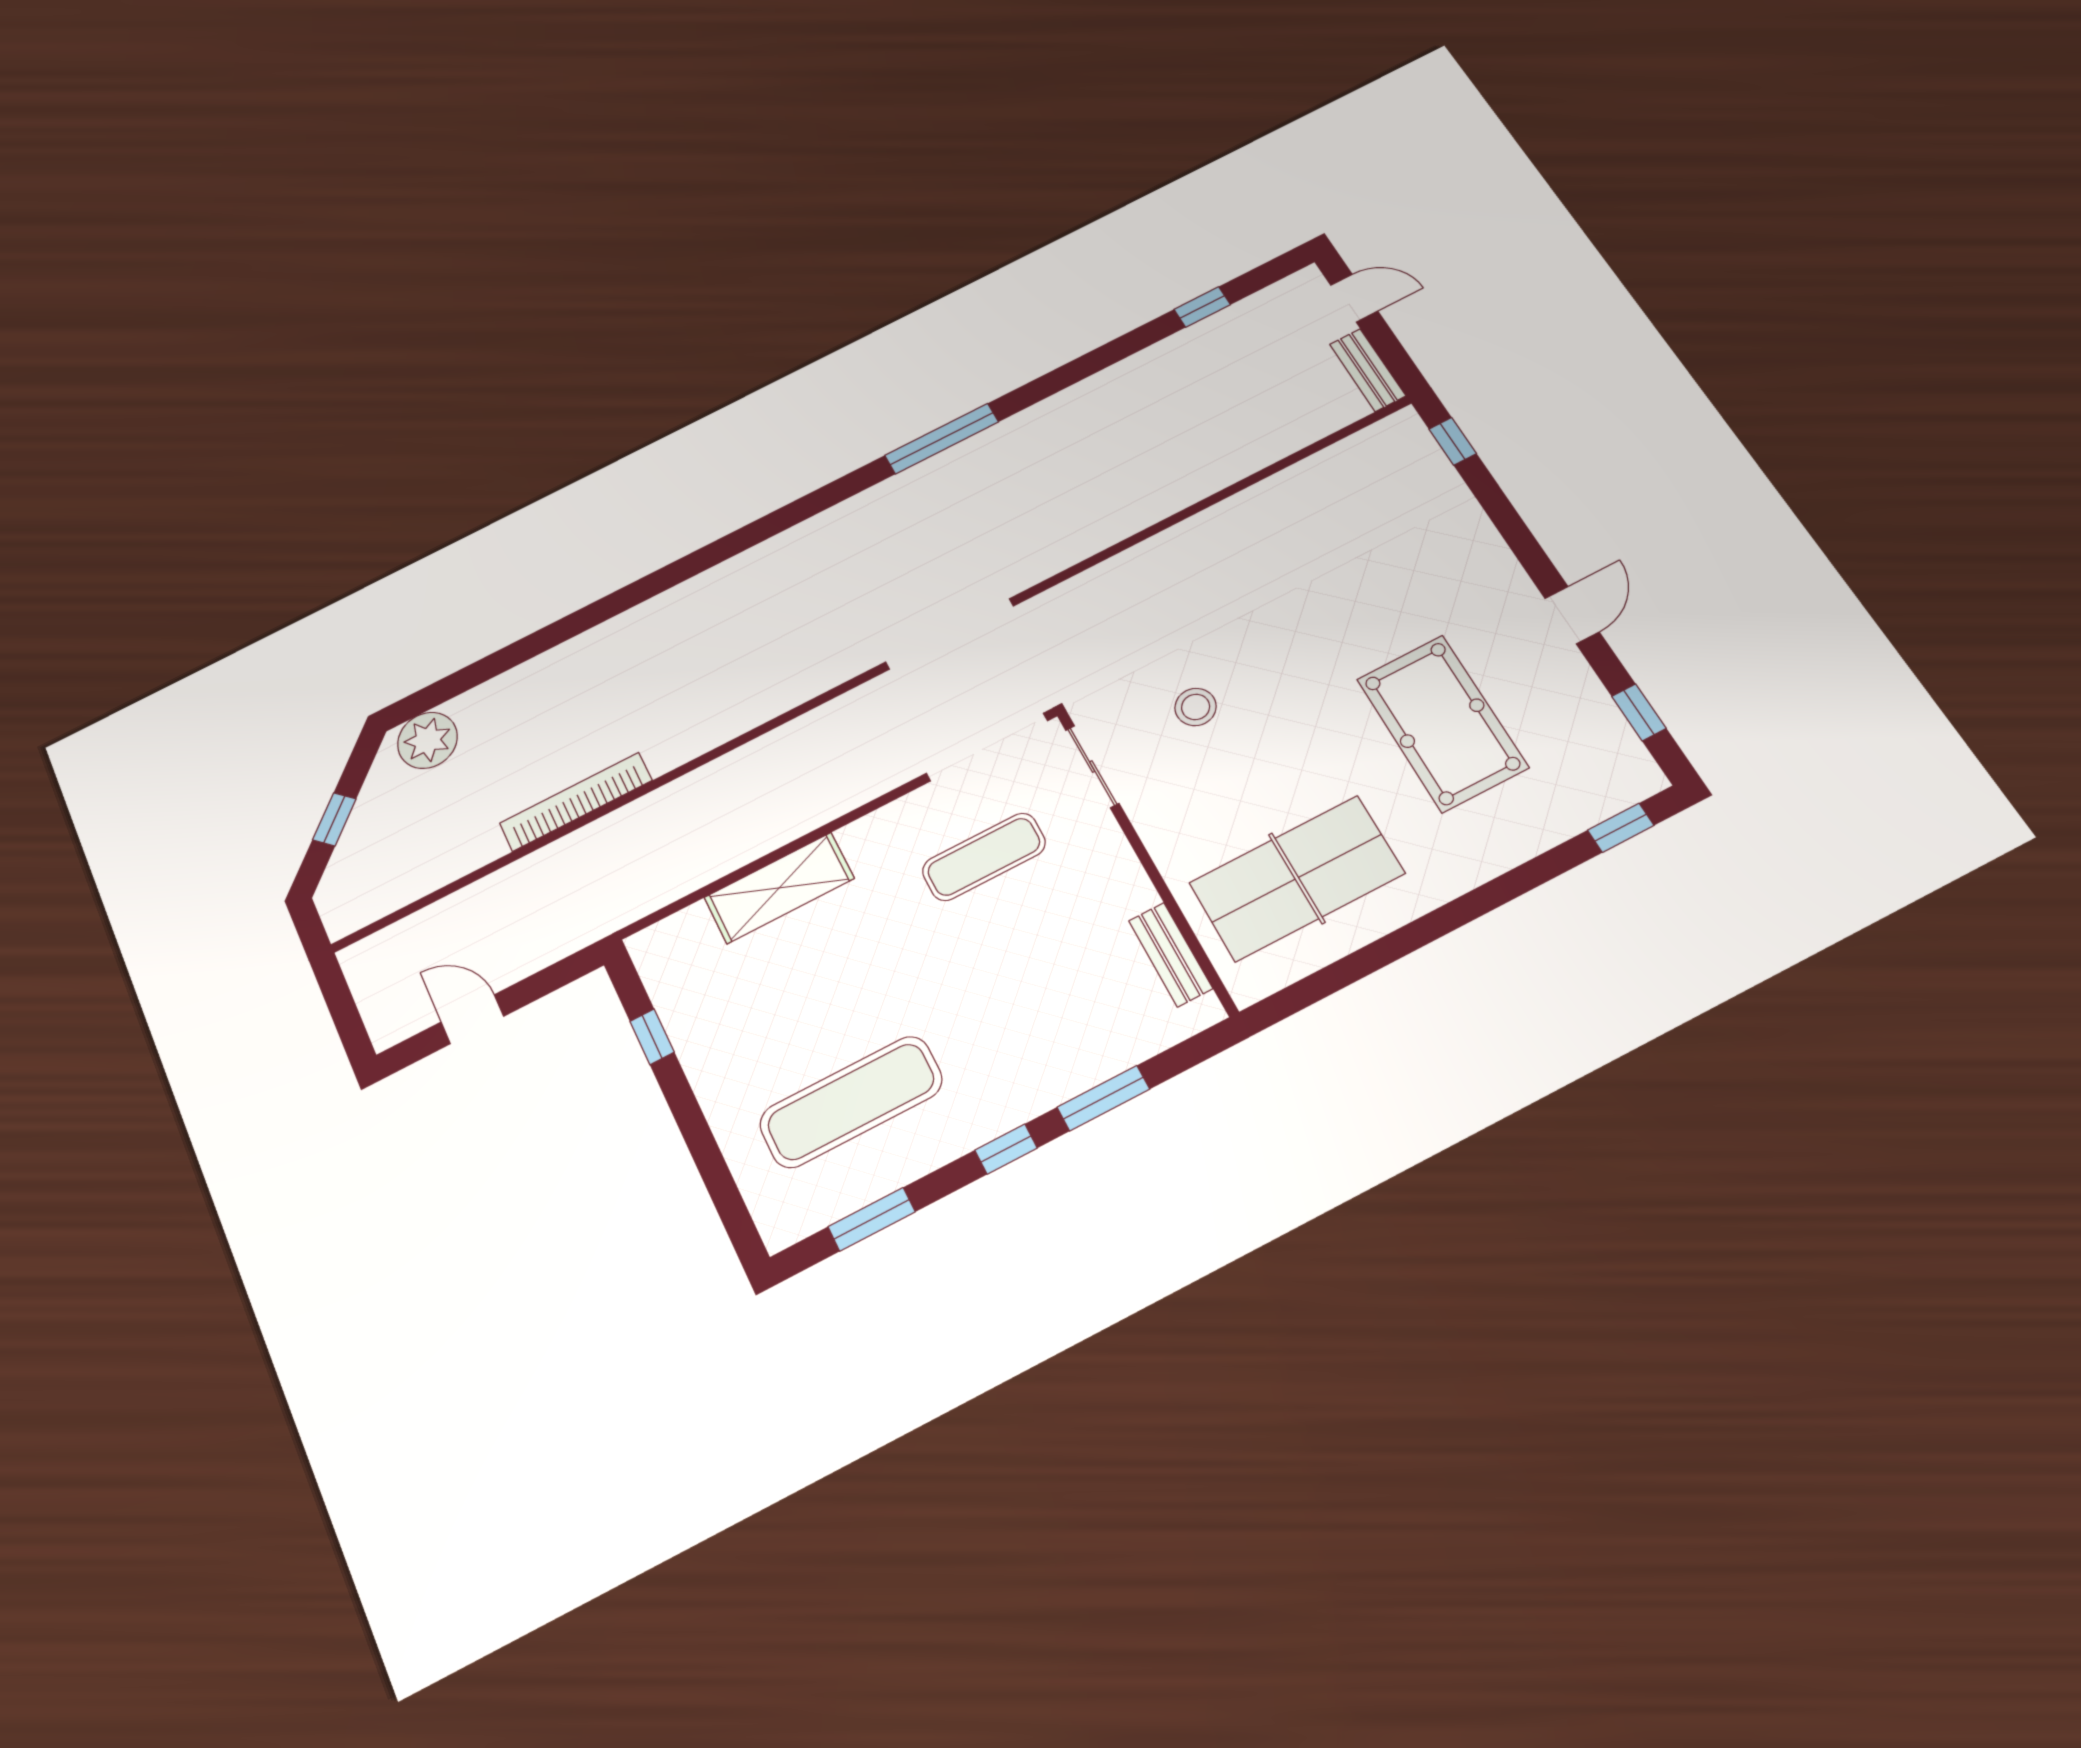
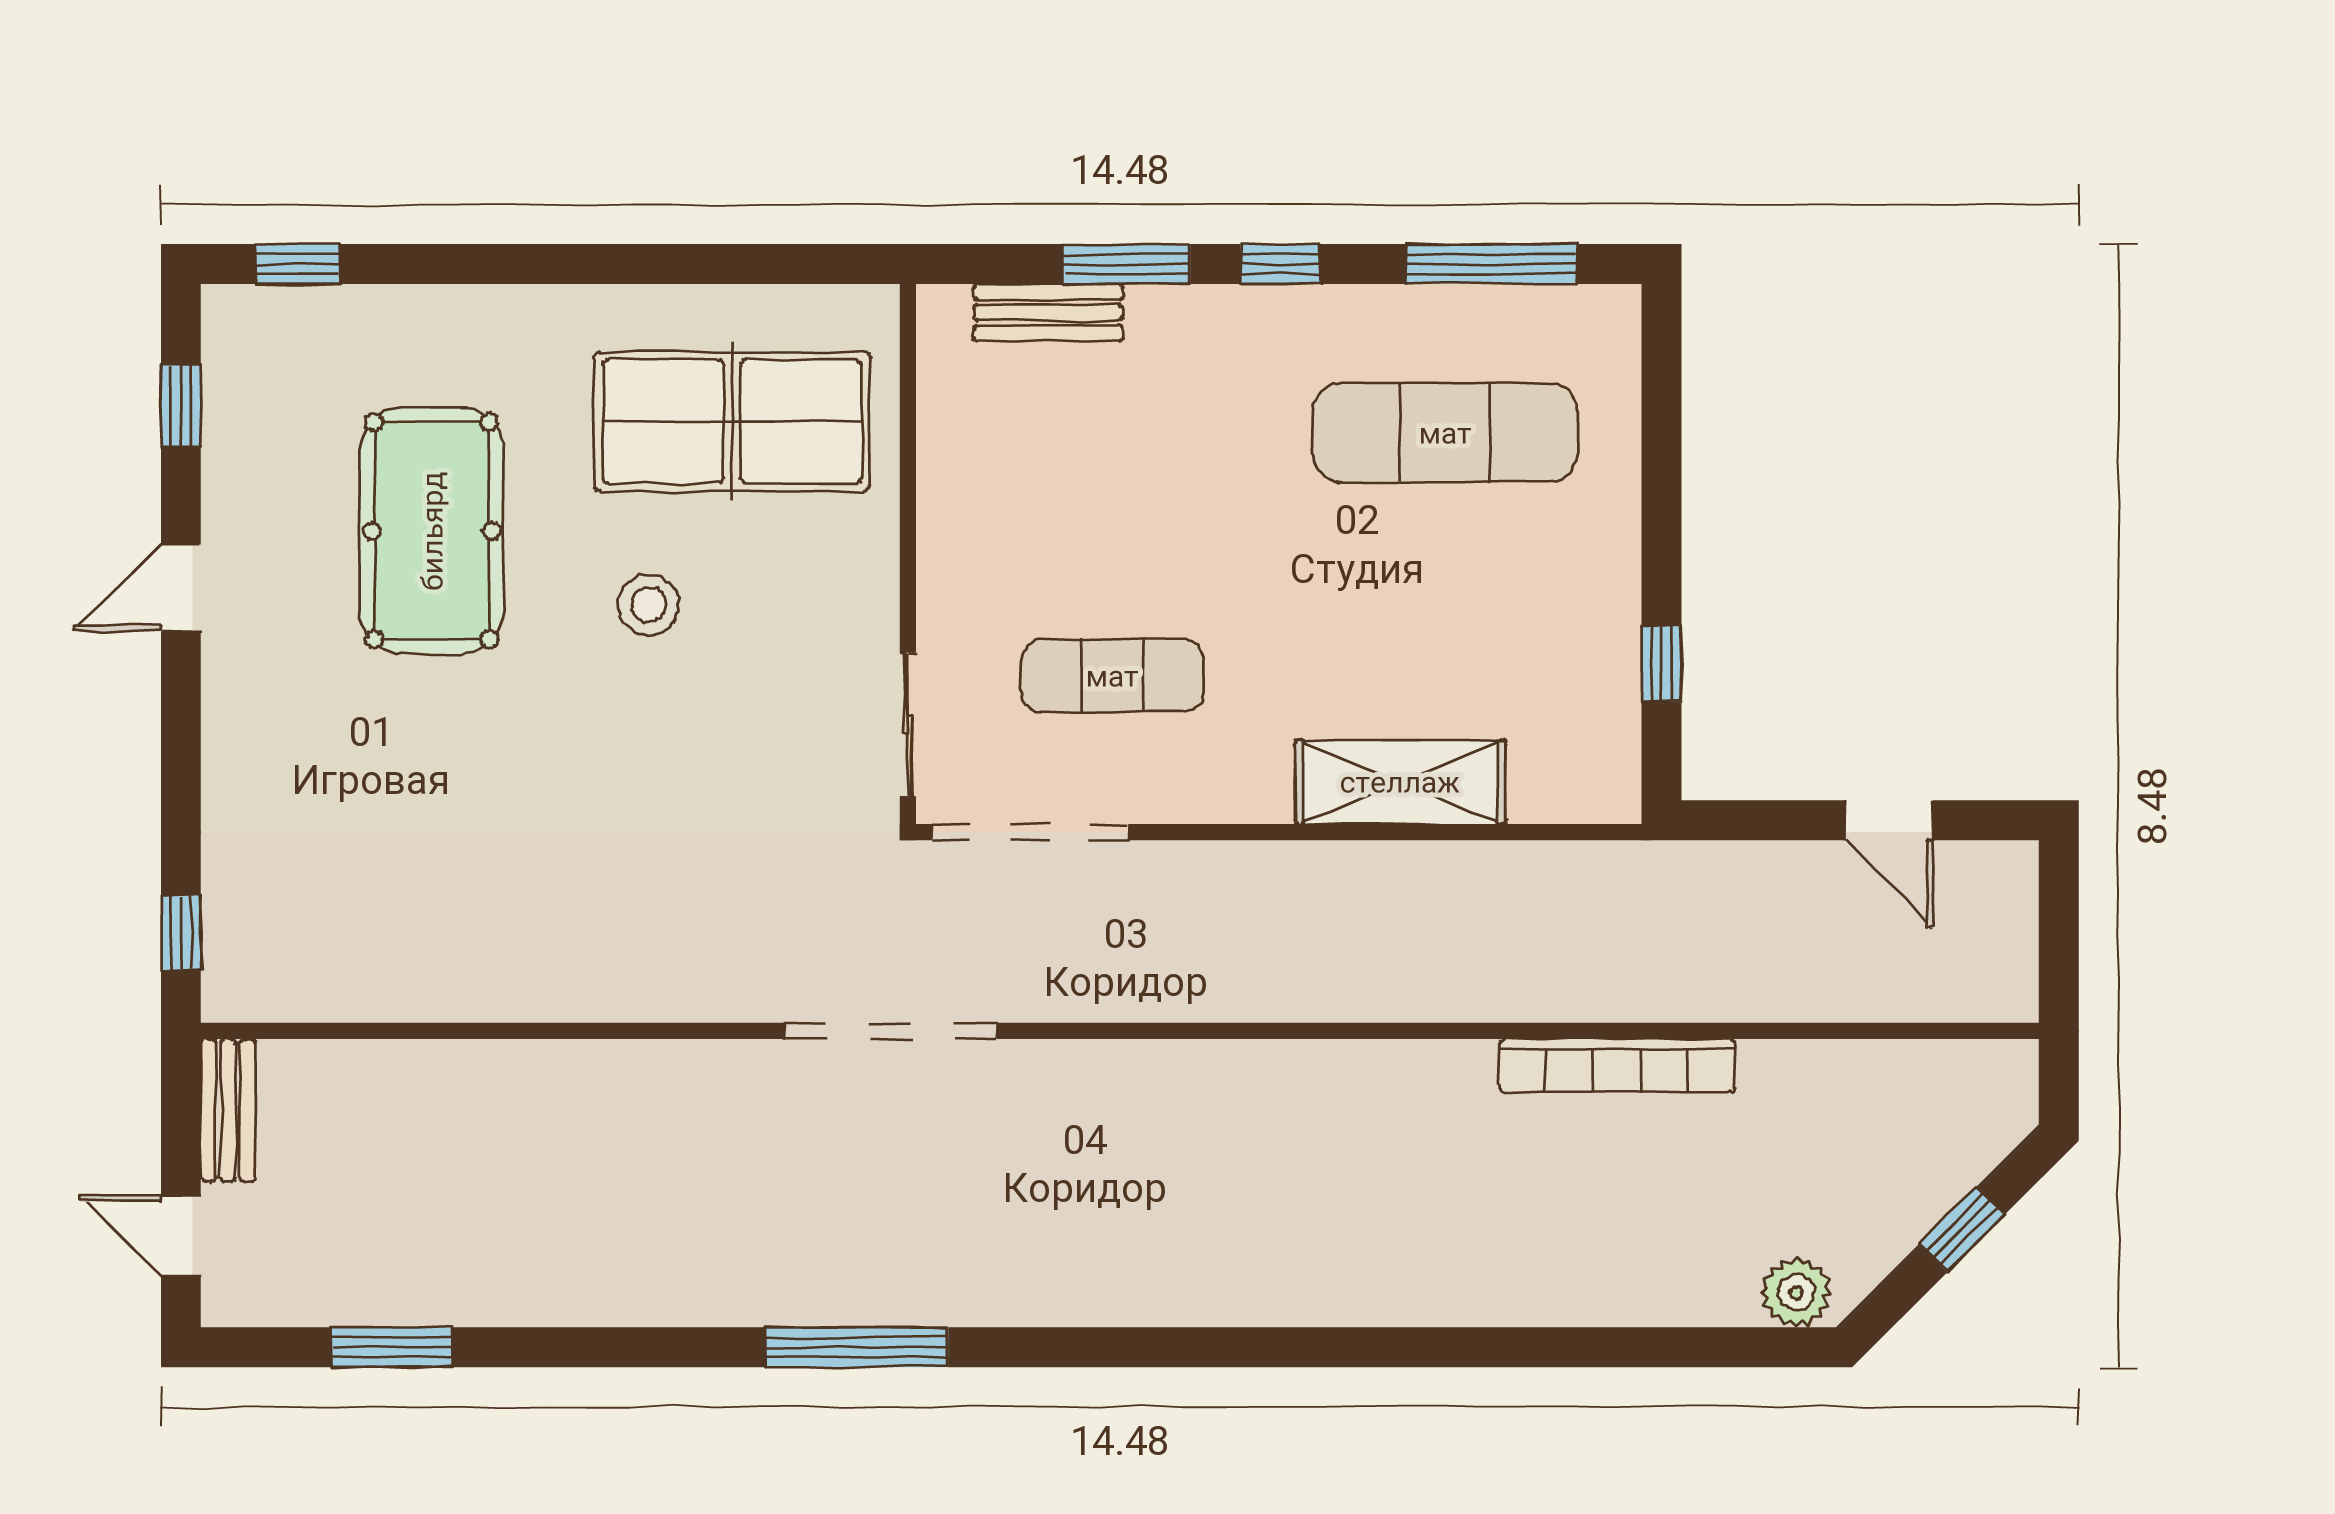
window: (1202, 307) -> (392, 1347), width x1.50
doorway: (950, 634) -> (890, 1031), moved
stool: (1196, 707) -> (649, 605), moved
plant: (427, 740) -> (1796, 1293), width x0.73, depth x0.73
bench: (1171, 955) -> (1048, 313), moved, turned 90
window: (872, 1219) -> (1491, 264), width x1.44

